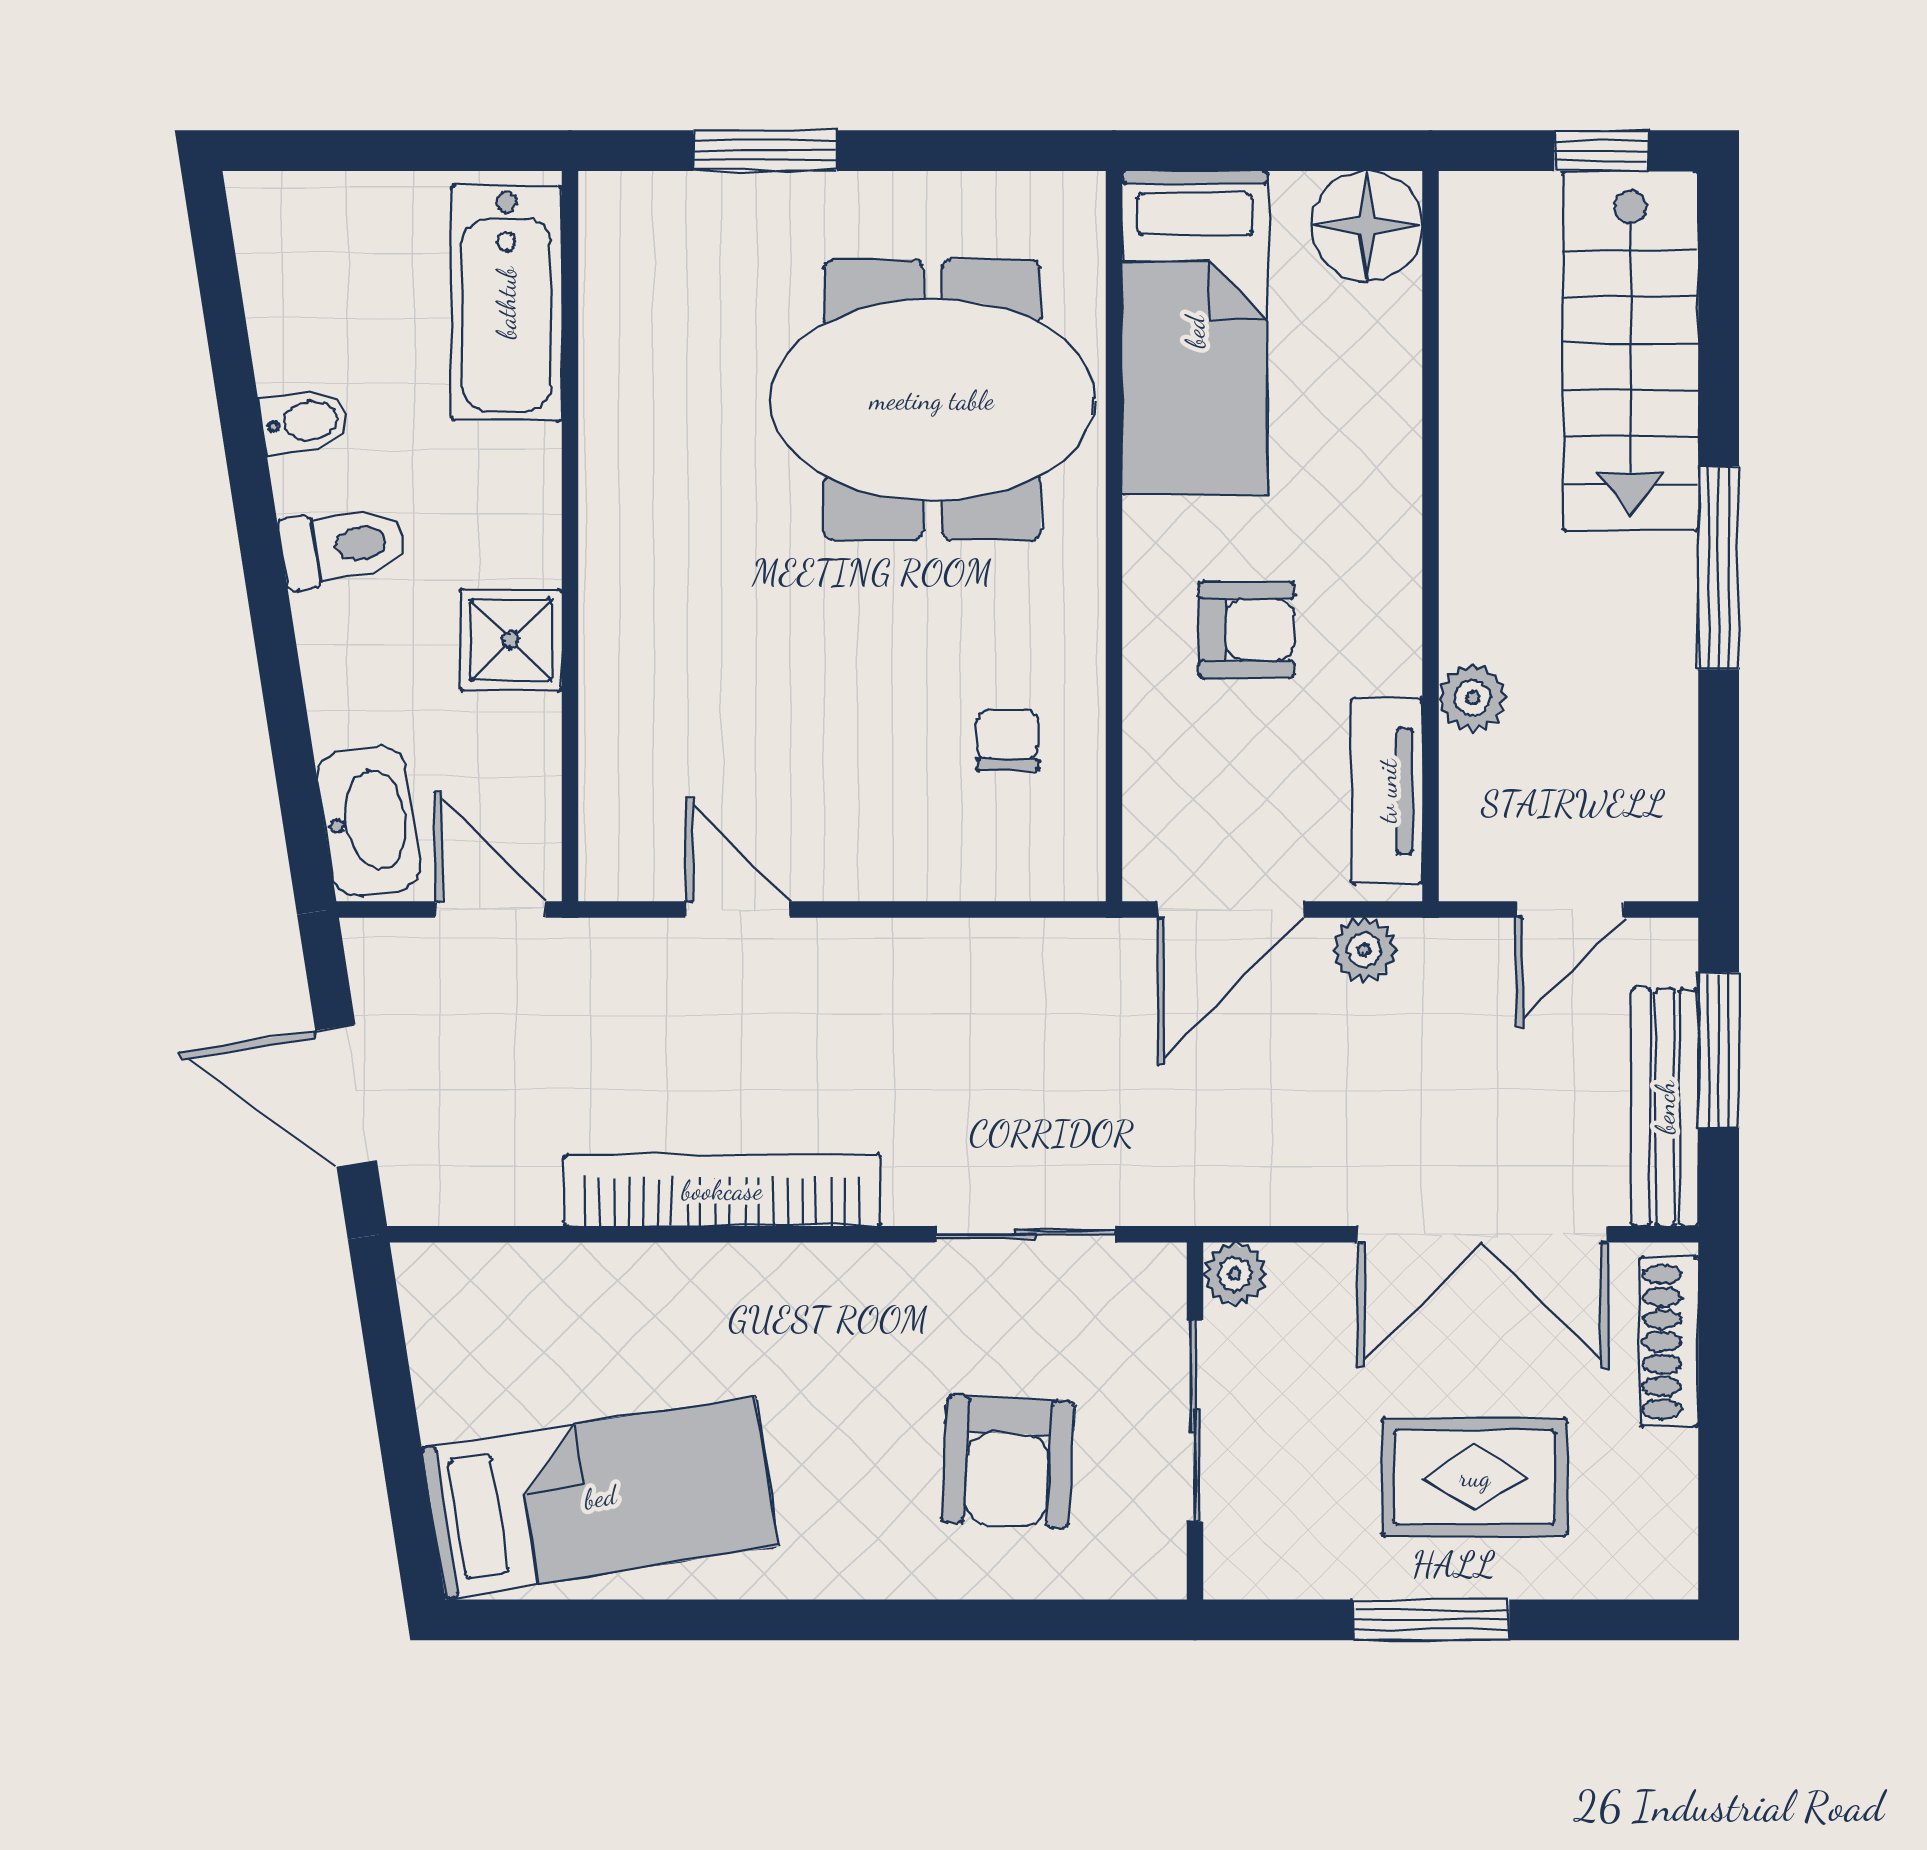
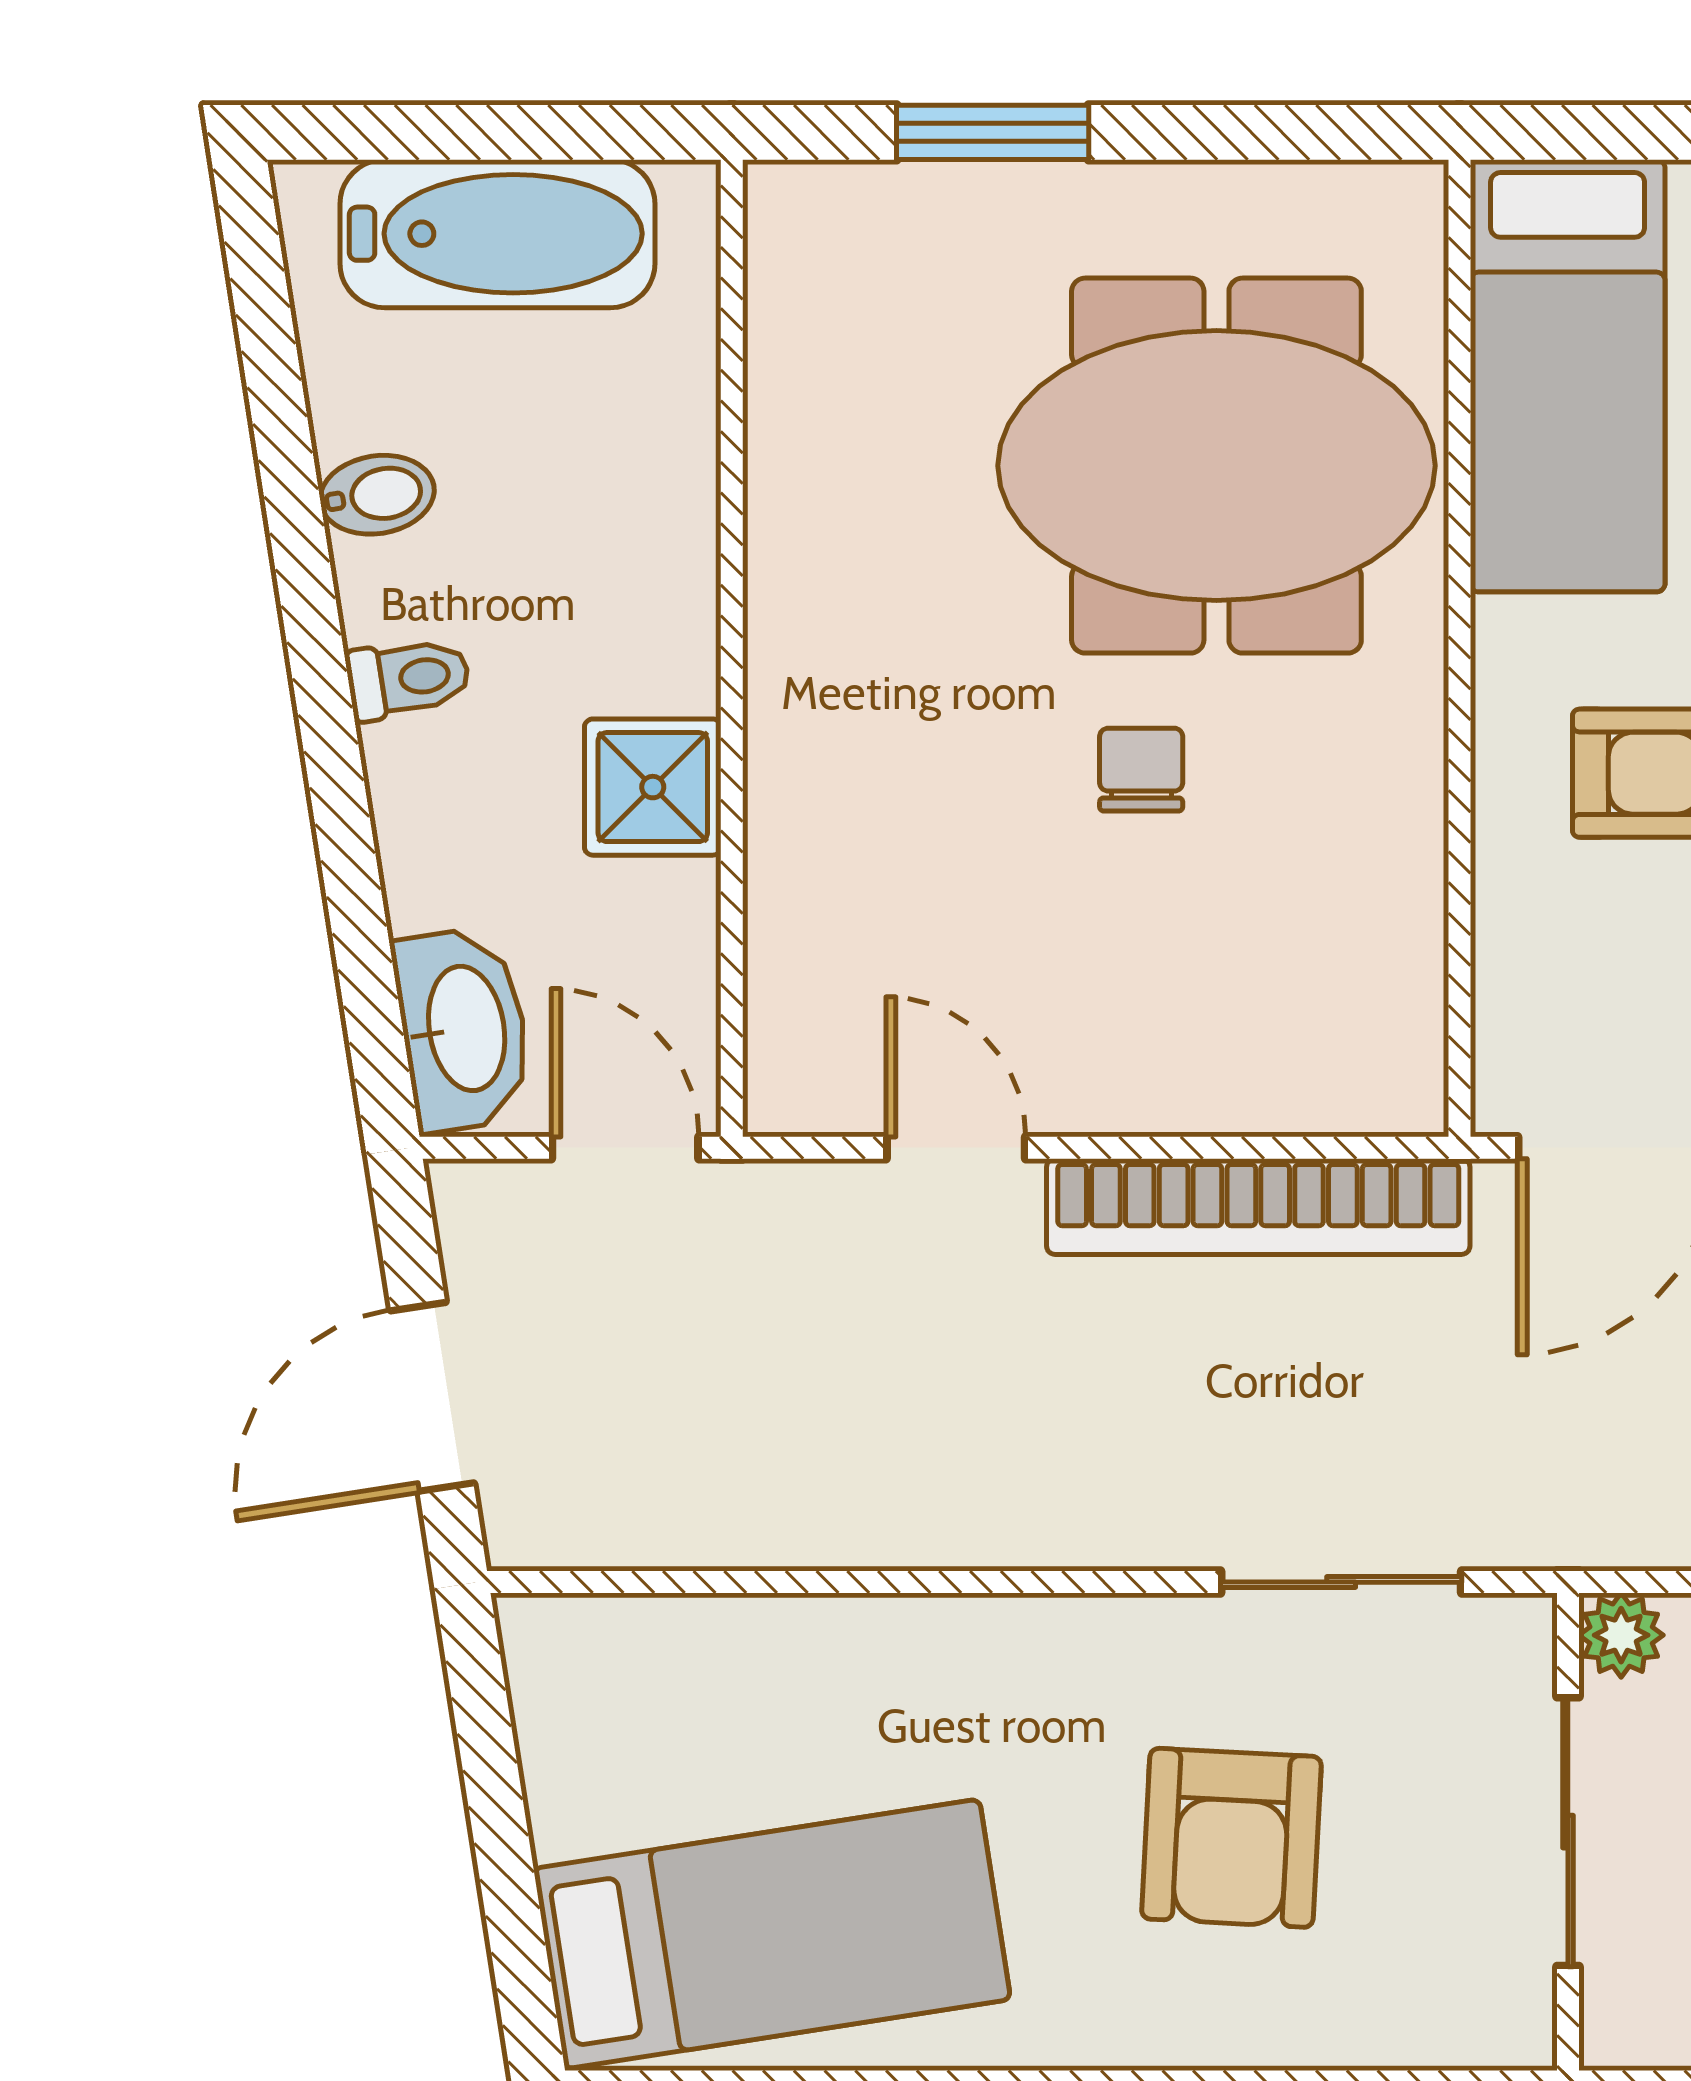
bathtub: (506, 303) -> (497, 234), moved, turned -90
toilet: (343, 546) -> (408, 678), width x0.73, depth x0.72
chair: (1008, 740) -> (1141, 770), moved
door: (346, 1096) -> (432, 1397), hinge flipped
bookcase: (722, 1190) -> (1258, 1207), moved, turned 180
armchair: (1008, 1462) -> (1231, 1838), moved

